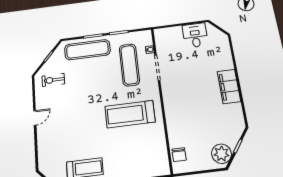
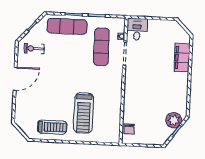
desk: (195, 35) -> (137, 29), moved
filing cabinet: (229, 86) -> (182, 58), moved
treadmill: (130, 114) -> (84, 113), moved, turned -90
door: (35, 118) -> (15, 79), width x1.87
plant: (221, 154) -> (174, 120), moved

